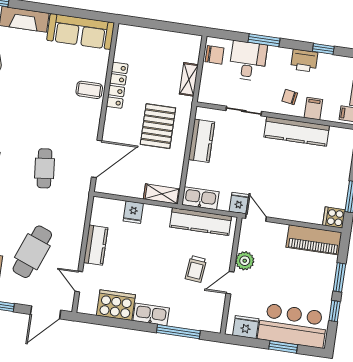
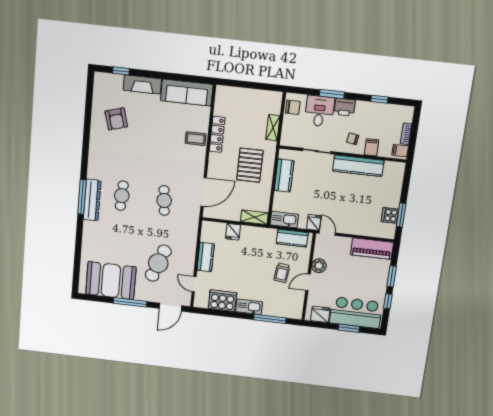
printer: (304, 61) -> (345, 107), moved
cooker: (334, 217) -> (390, 215), moved
kitchen counter: (201, 222) -> (292, 238), width x0.67

